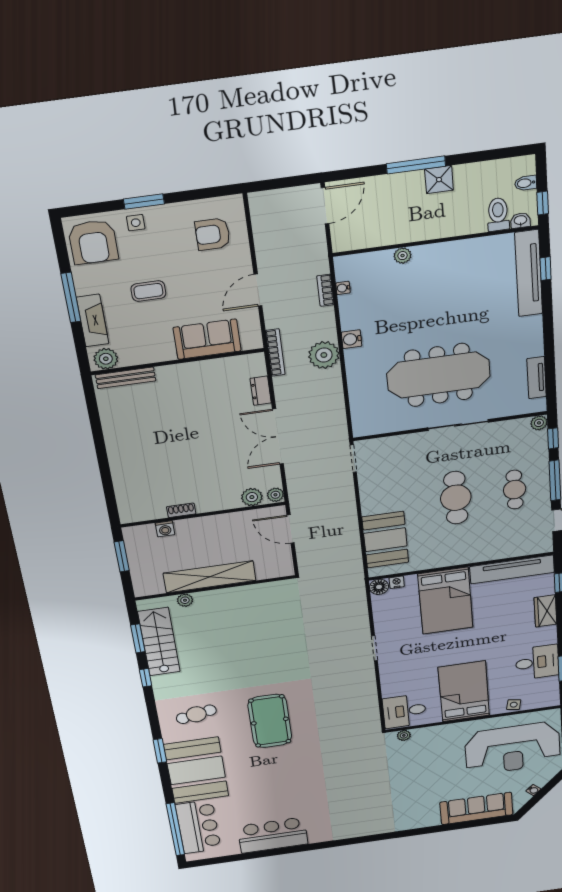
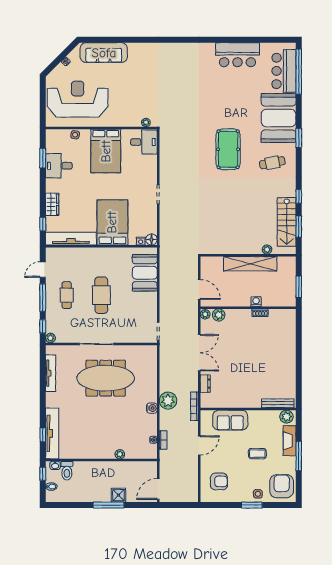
shower: (439, 180) -> (118, 495), moved
tv unit: (537, 378) -> (51, 373), width x1.41
washing machine: (165, 529) -> (256, 302), moved

